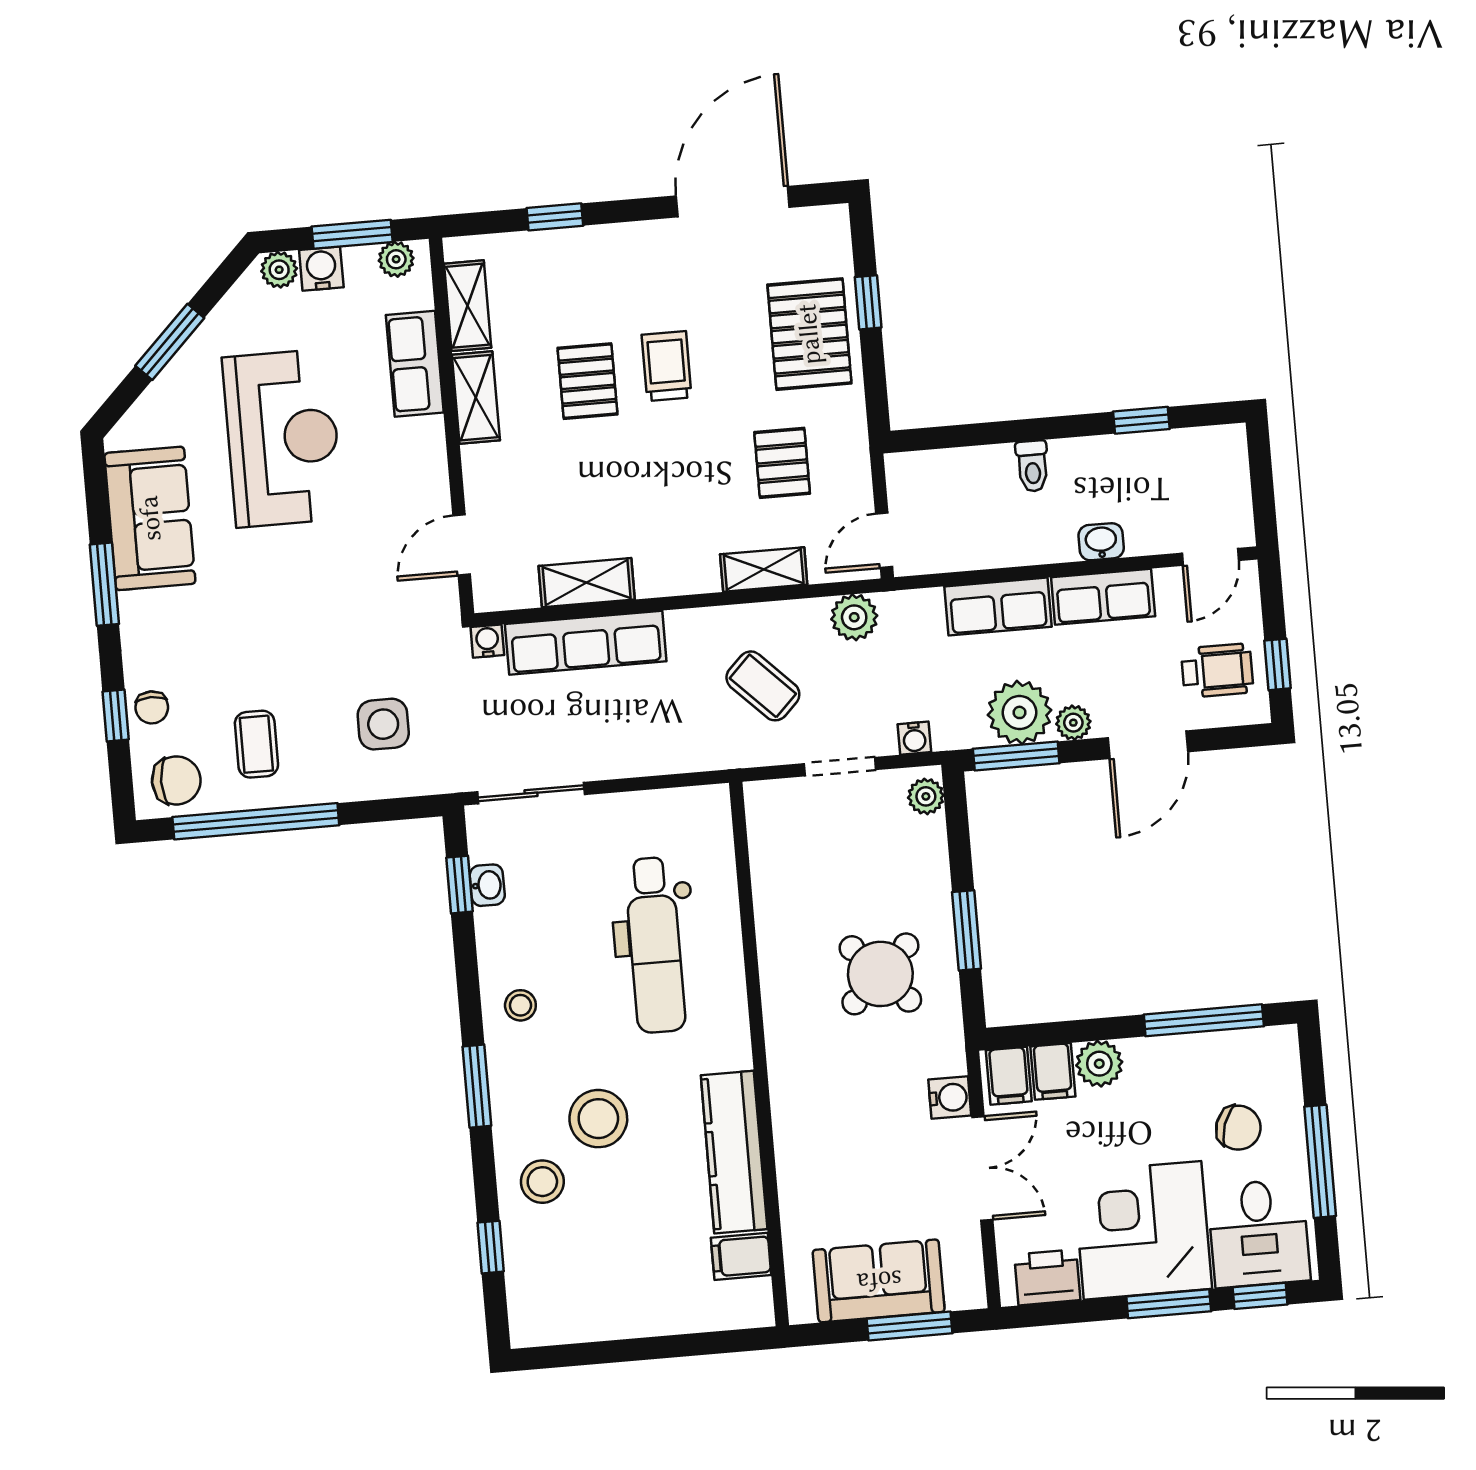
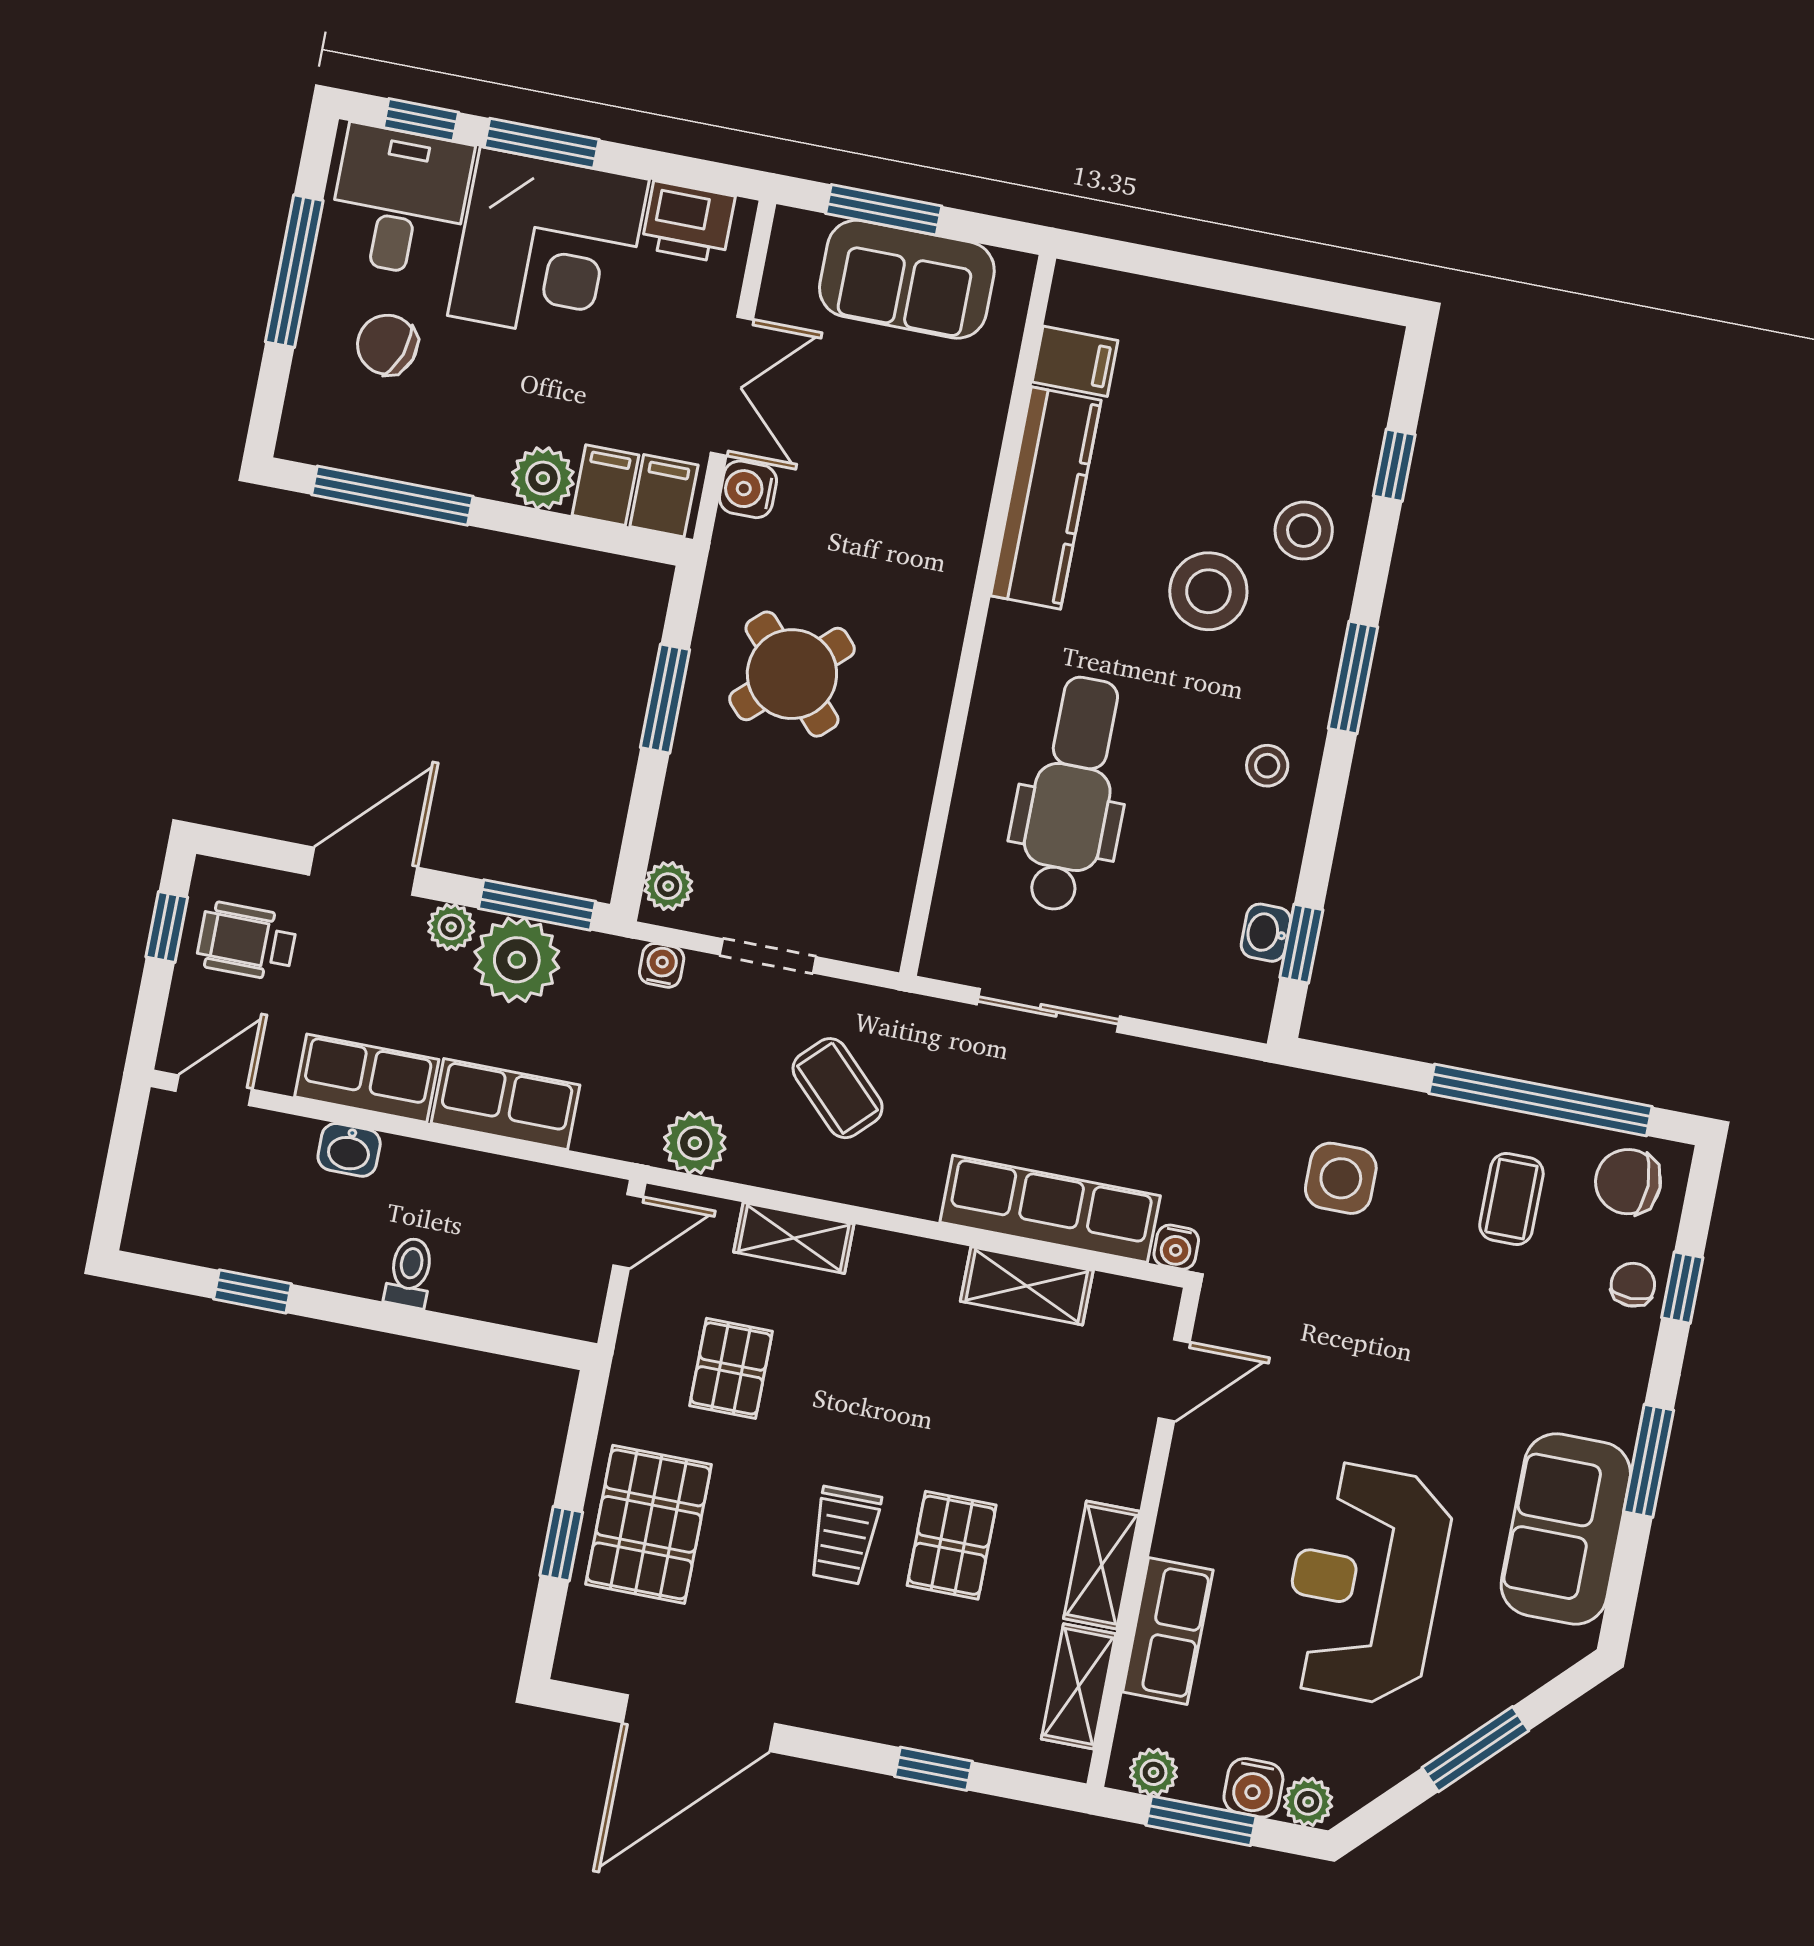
sliding door: (531, 793) -> (1048, 1010), moved
double door: (982, 1168) -> (732, 386), swing flipped

